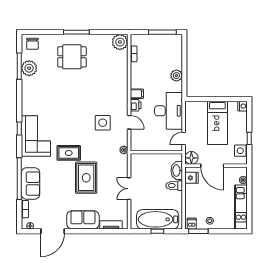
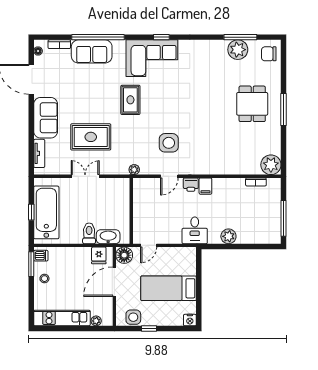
desk: (169, 111) -> (195, 230), width x0.53, depth x0.77
door: (184, 139) -> (149, 245), swing flipped
rug: (86, 178) -> (91, 137), moved

